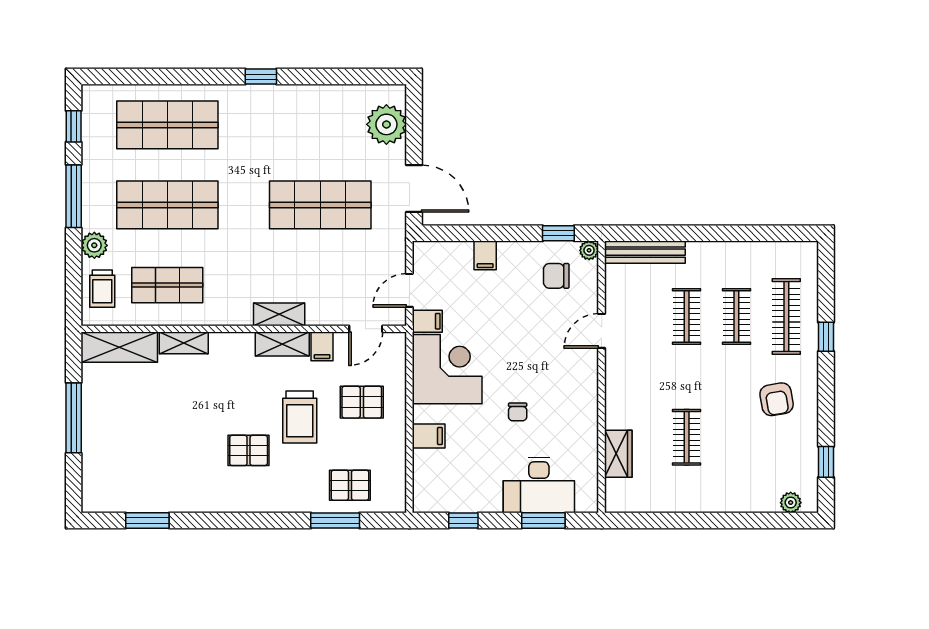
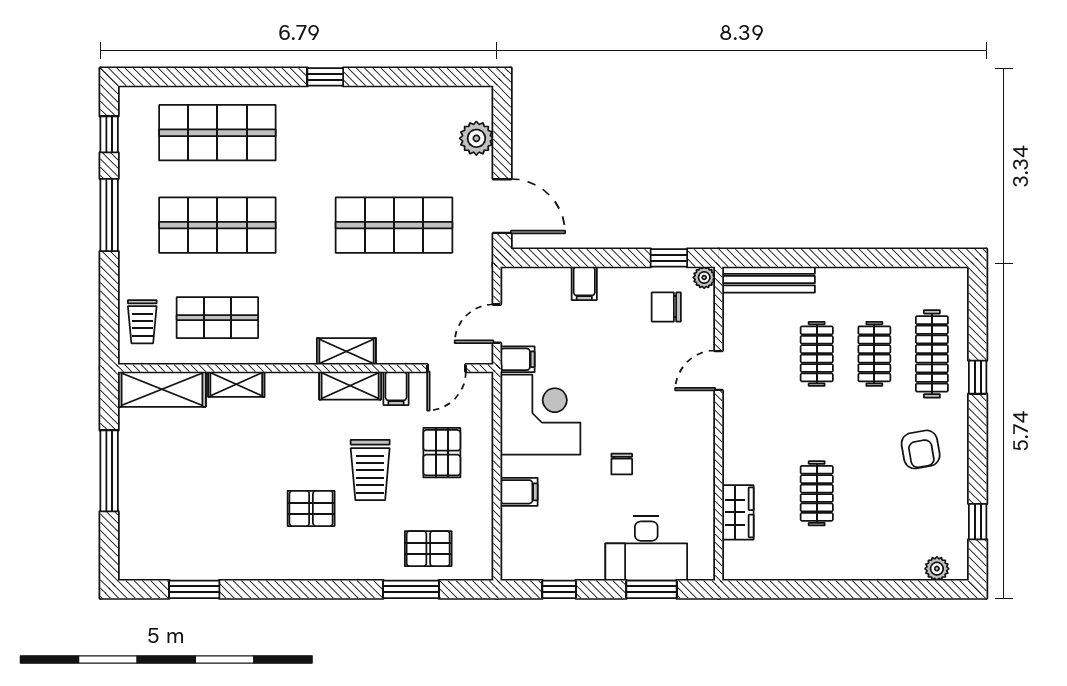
plant: (386, 124) -> (476, 138), width x0.73, depth x0.73
plant: (94, 245) -> (133, 272), removed
pallet: (362, 402) -> (442, 453), turned 90

